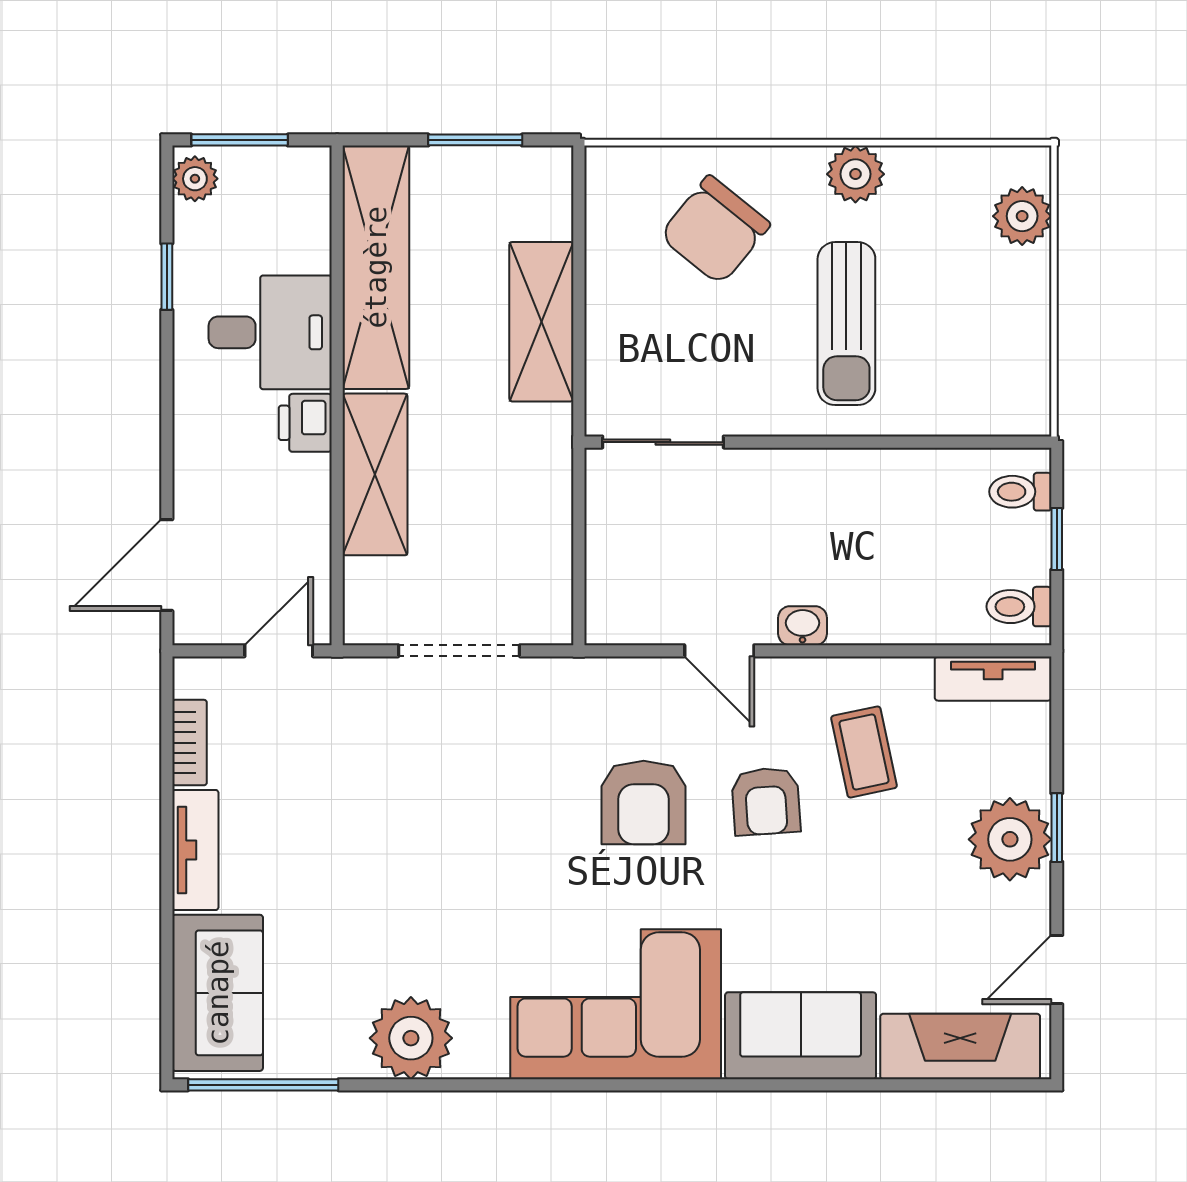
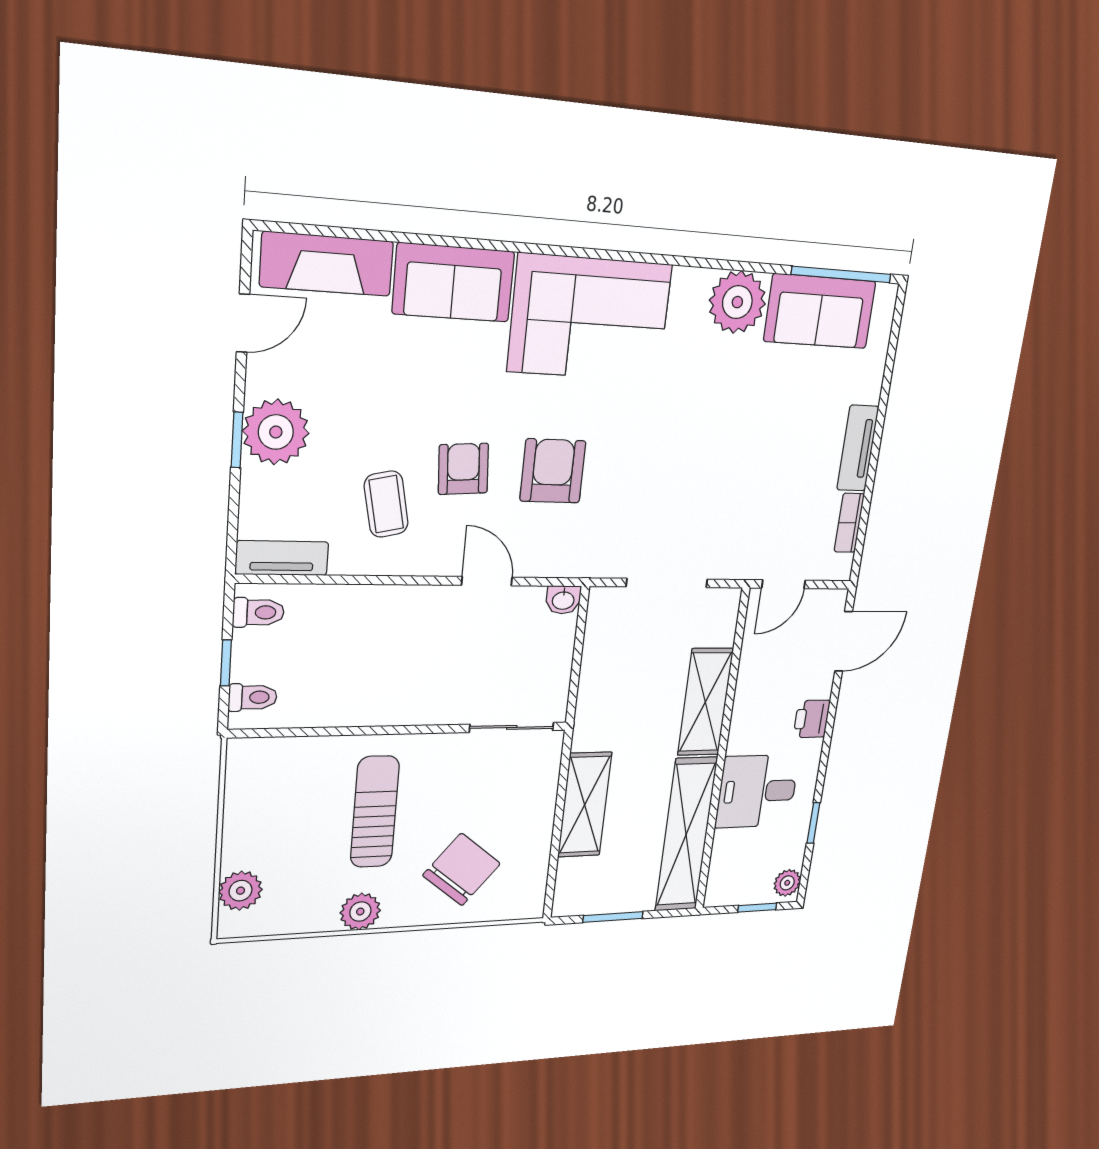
window: (240, 140) -> (757, 908), width x0.67
printer: (305, 423) -> (812, 719), moved, turned 180
washbasin: (803, 626) -> (563, 600), moved
sofa: (218, 993) -> (820, 311), moved, turned -90

